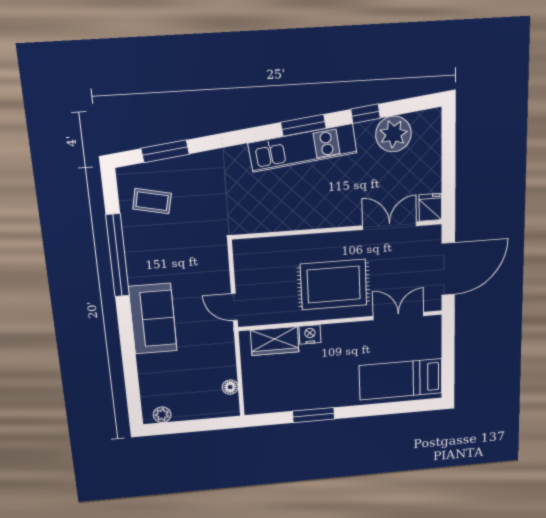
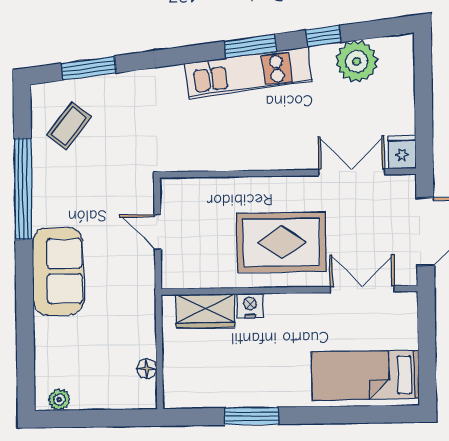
coffee table: (152, 201) -> (69, 126), turned -64
door: (234, 307) -> (158, 232), moved

